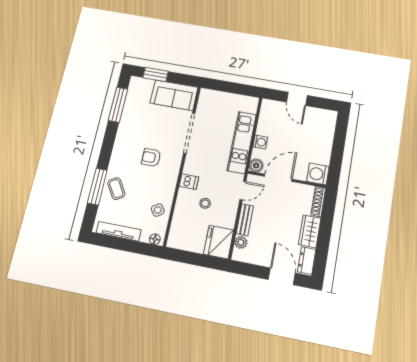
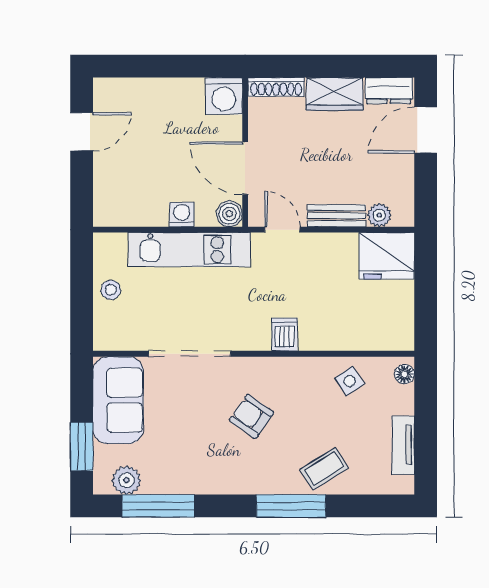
plant: (134, 92) -> (127, 480), added
door: (297, 99) -> (82, 132), moved
armchair: (151, 157) -> (251, 416), turned 125
window: (97, 187) -> (291, 506), moved
stool: (205, 203) -> (111, 290), moved
tv unit: (119, 231) -> (403, 445), width x0.71

